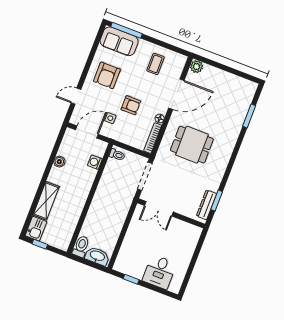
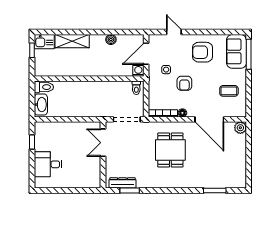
door: (87, 132) -> (146, 54), swing flipped
washing machine: (95, 162) -> (138, 71), moved

